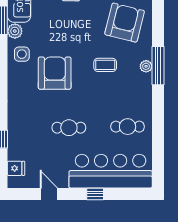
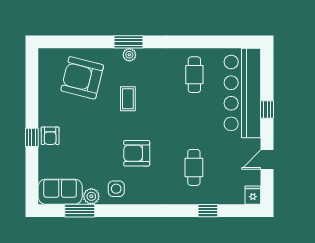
window: (158, 66) -> (129, 42), width x0.69
armchair: (55, 73) -> (137, 153), width x0.73, depth x0.73
cafe table: (69, 128) -> (194, 167), moved
fridge: (16, 168) -> (253, 195), moved

